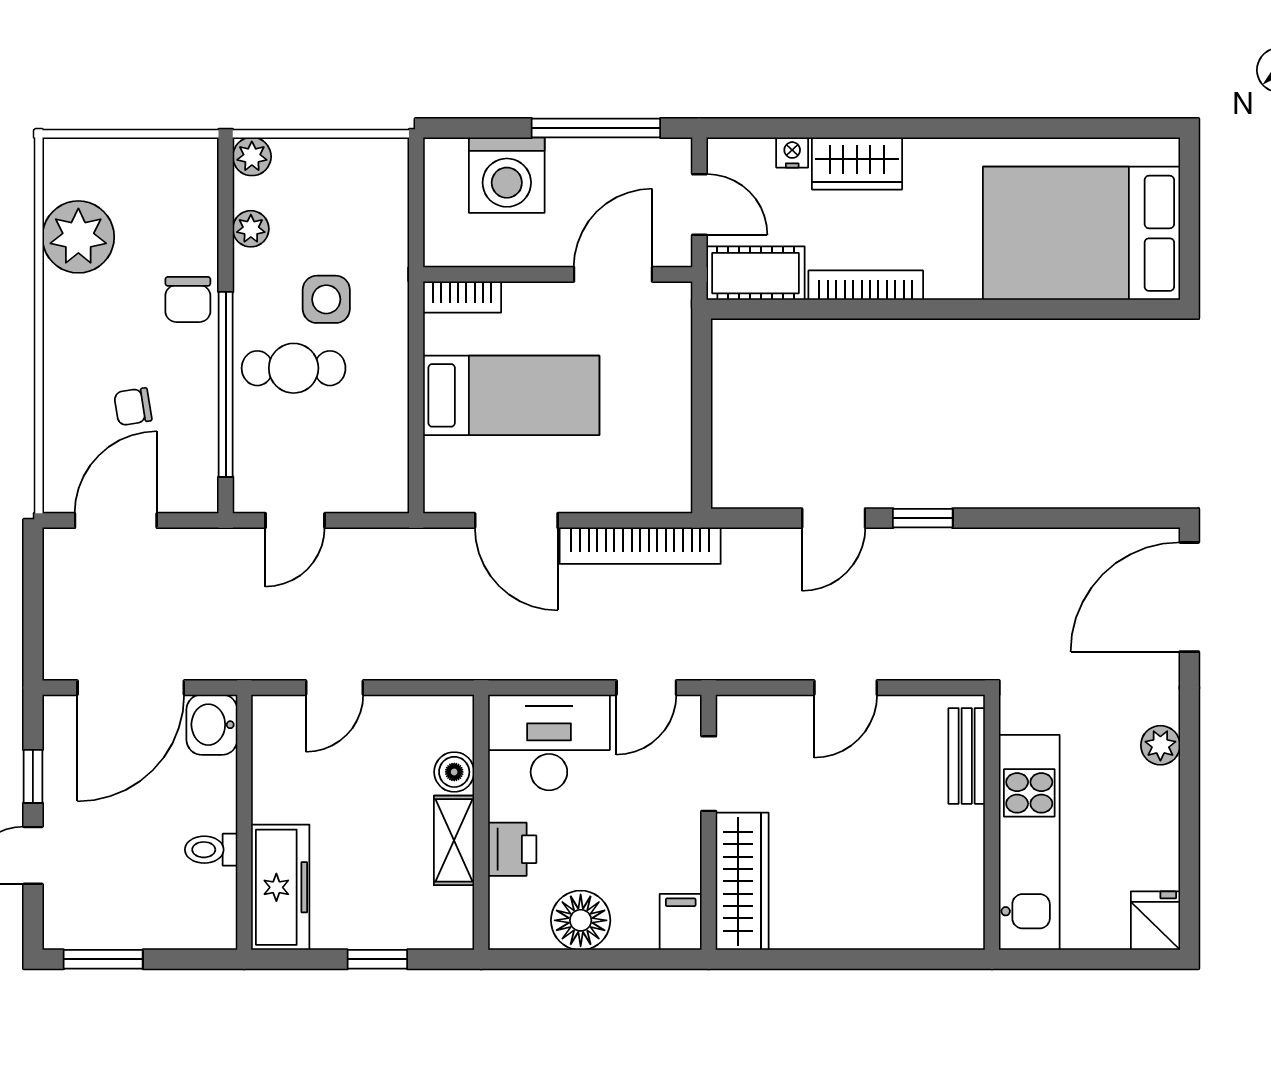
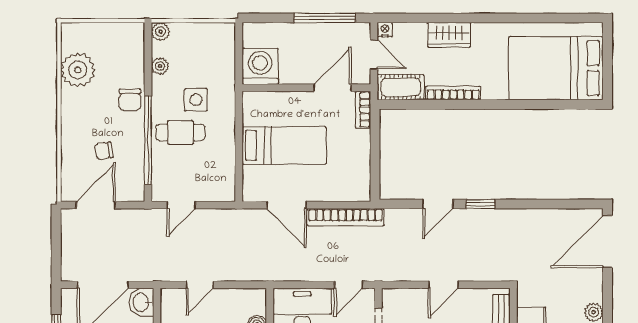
nightstand: (792, 152) -> (385, 30), moved
washing machine: (507, 175) -> (260, 66), moved, turned 180
bookcase: (462, 297) -> (363, 110), moved, turned 90

